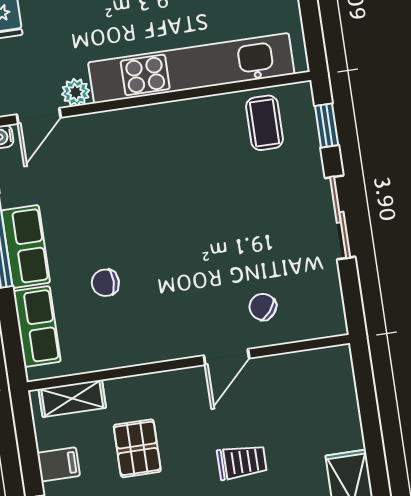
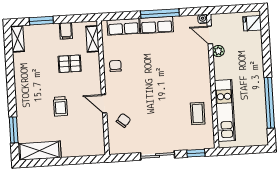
kitchen unit: (191, 68) -> (225, 111), width x0.73
coffee table: (264, 123) -> (198, 113), moved, turned 90
chair: (105, 283) -> (115, 66), moved

